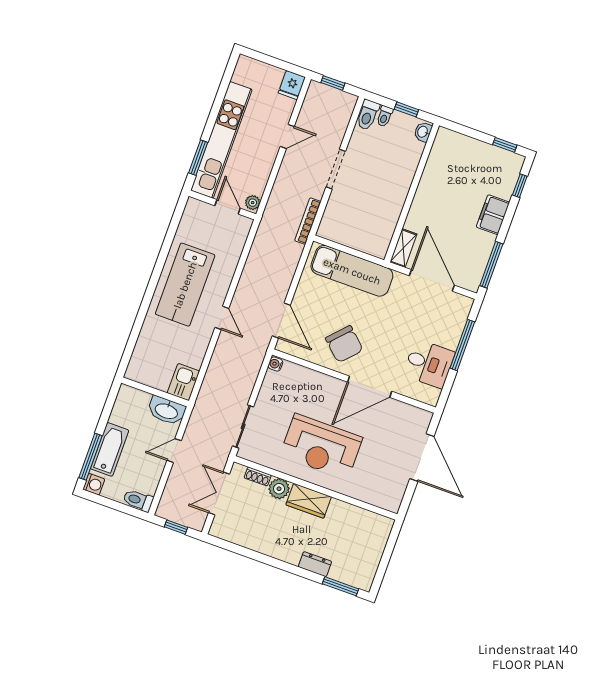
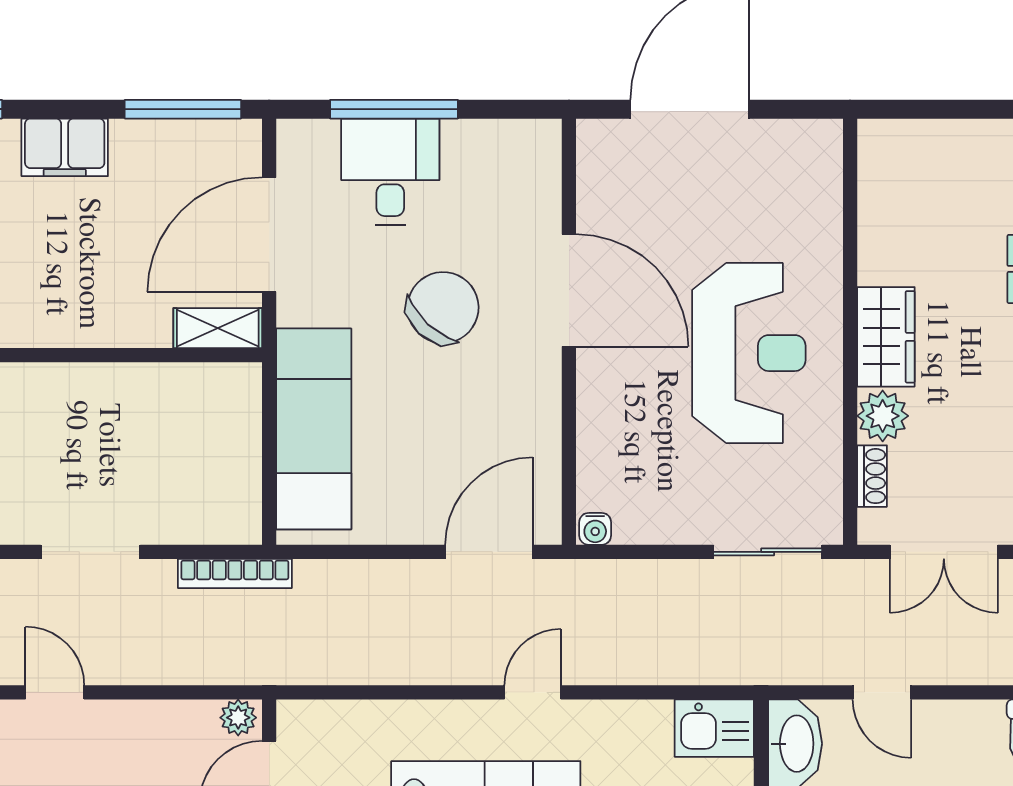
chair: (344, 344) -> (443, 308), moved
desk: (429, 364) -> (390, 172), moved

